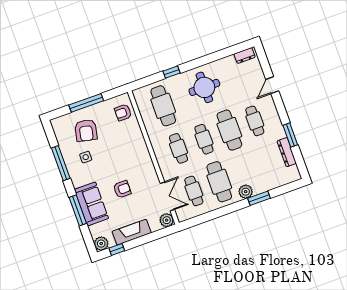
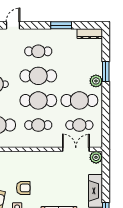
door: (272, 85) -> (13, 25), swing flipped
cafe table: (204, 139) -> (38, 100), width x1.37, depth x1.35
dresser: (287, 152) -> (90, 34), moved
armchair: (122, 189) -> (23, 188), moved, turned 90

